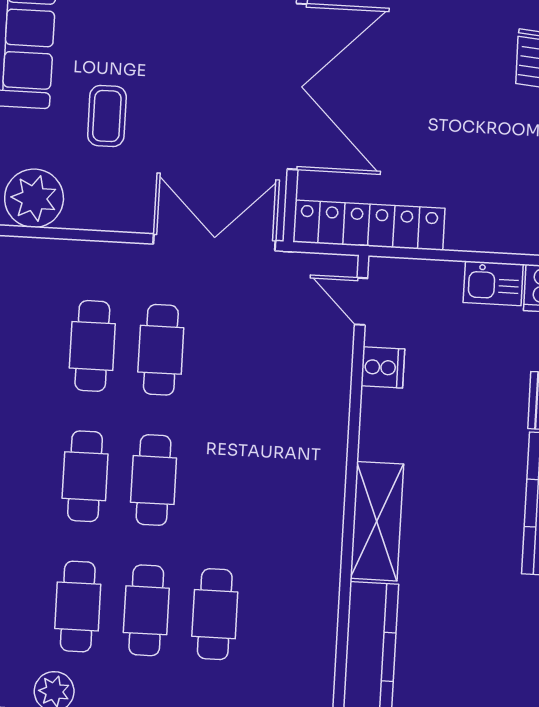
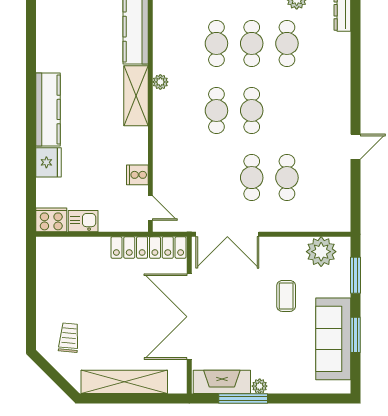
cafe table: (85, 476) -> (216, 111), moved
plant: (328, 545) -> (160, 82), added

